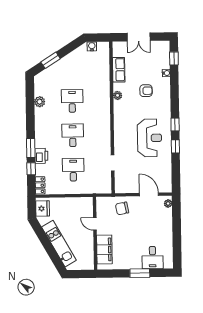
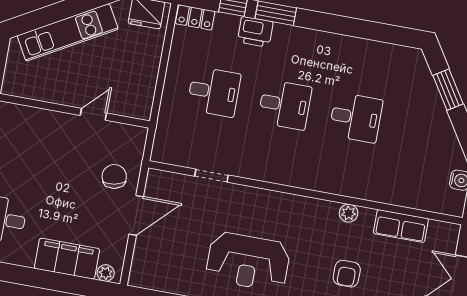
plant: (40, 102) -> (367, 50), removed
door: (149, 194) -> (136, 215), moved
filing cabinet: (104, 250) -> (67, 259), moved, turned 180

